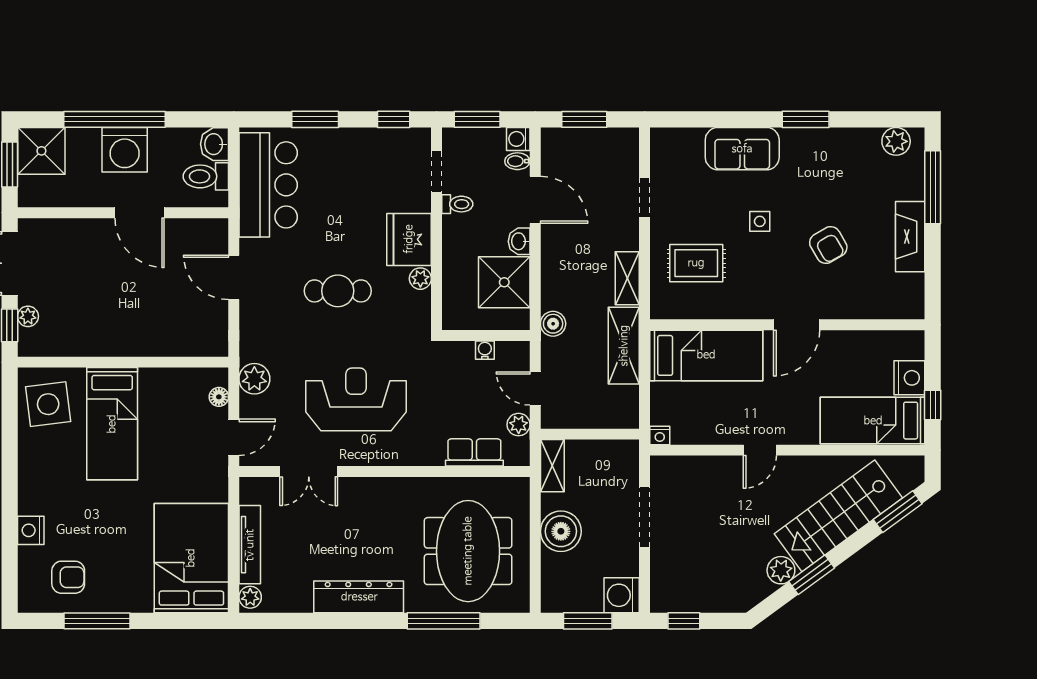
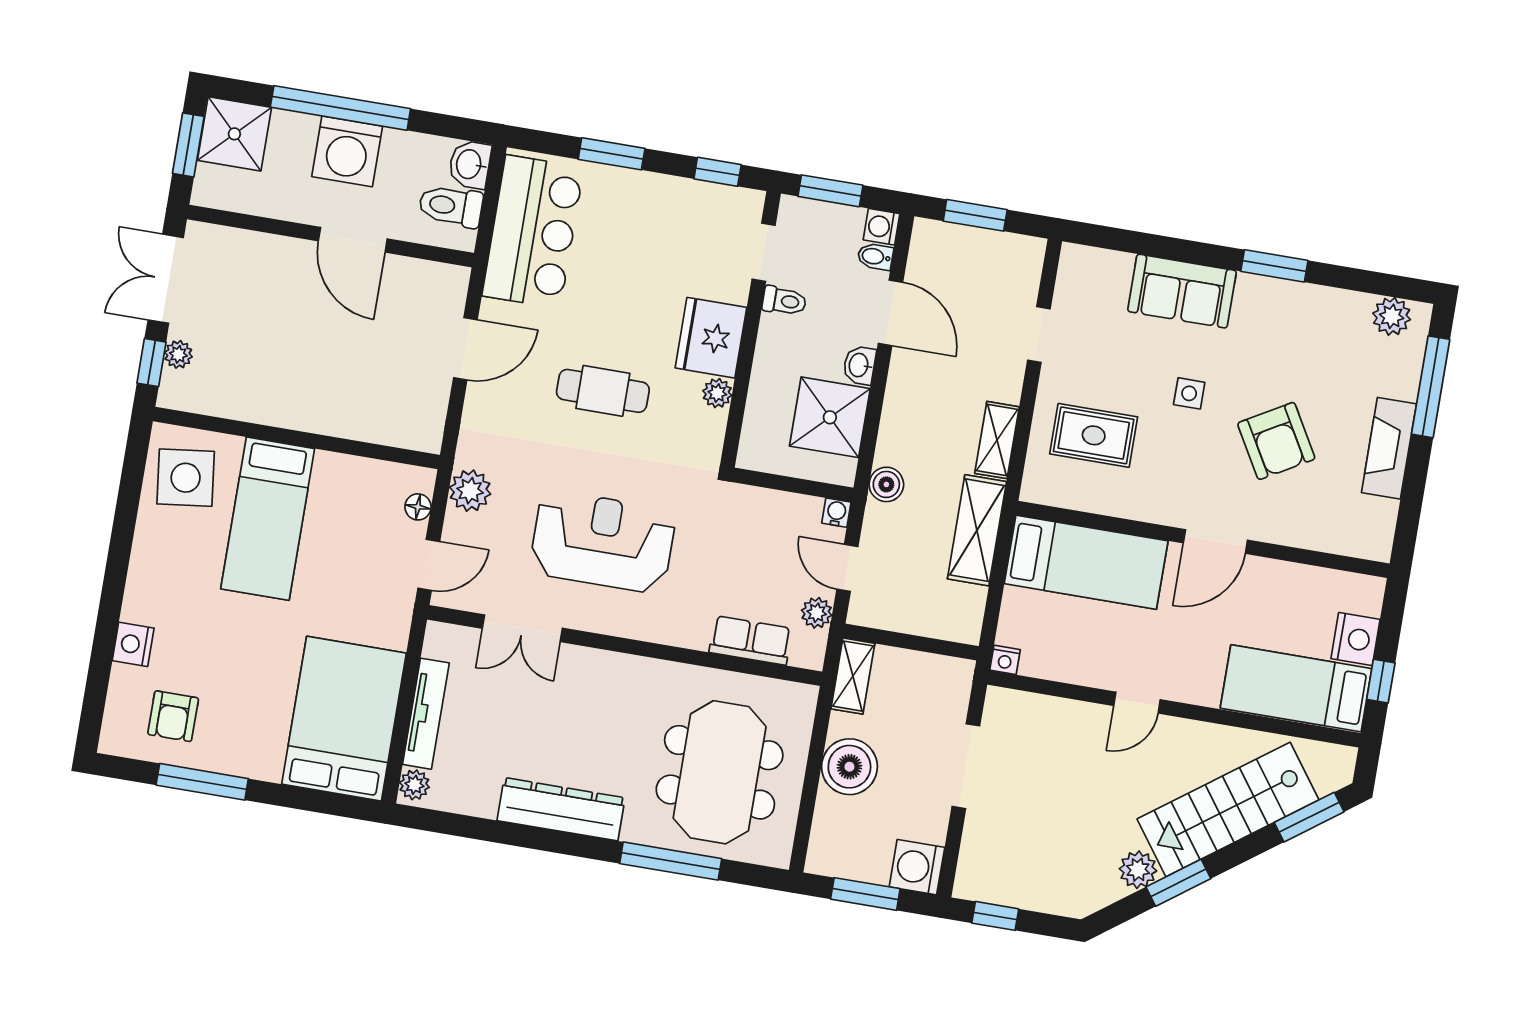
armchair: (828, 245) -> (1276, 441), width x1.38, depth x1.38
door: (234, 277) -> (465, 349), swing flipped
water cooler: (485, 350) -> (836, 513), moved
armchair: (68, 577) -> (173, 716), turned 90

